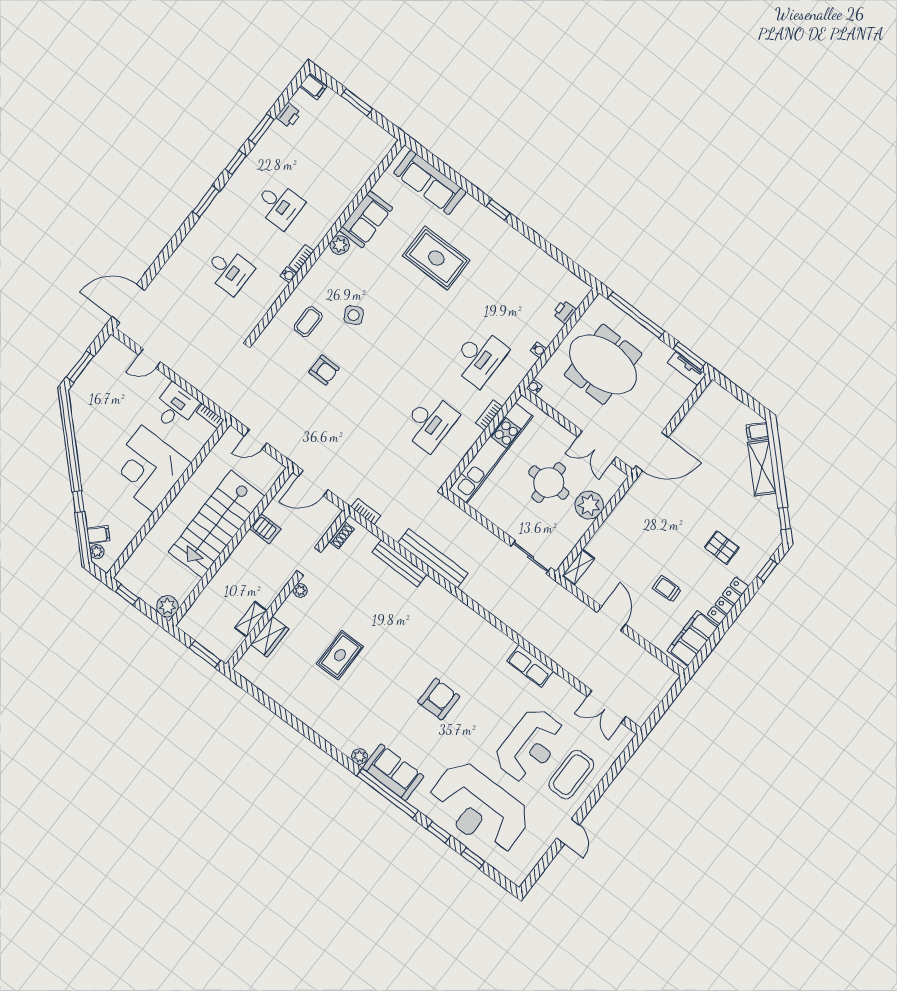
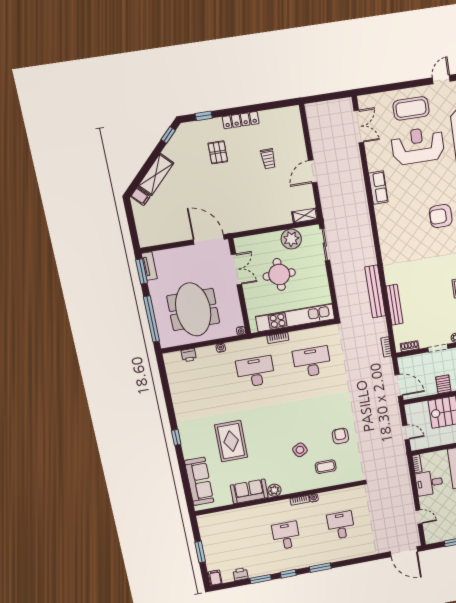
plant: (589, 505) -> (291, 239), moved
filing cabinet: (693, 638) -> (279, 118), removed

